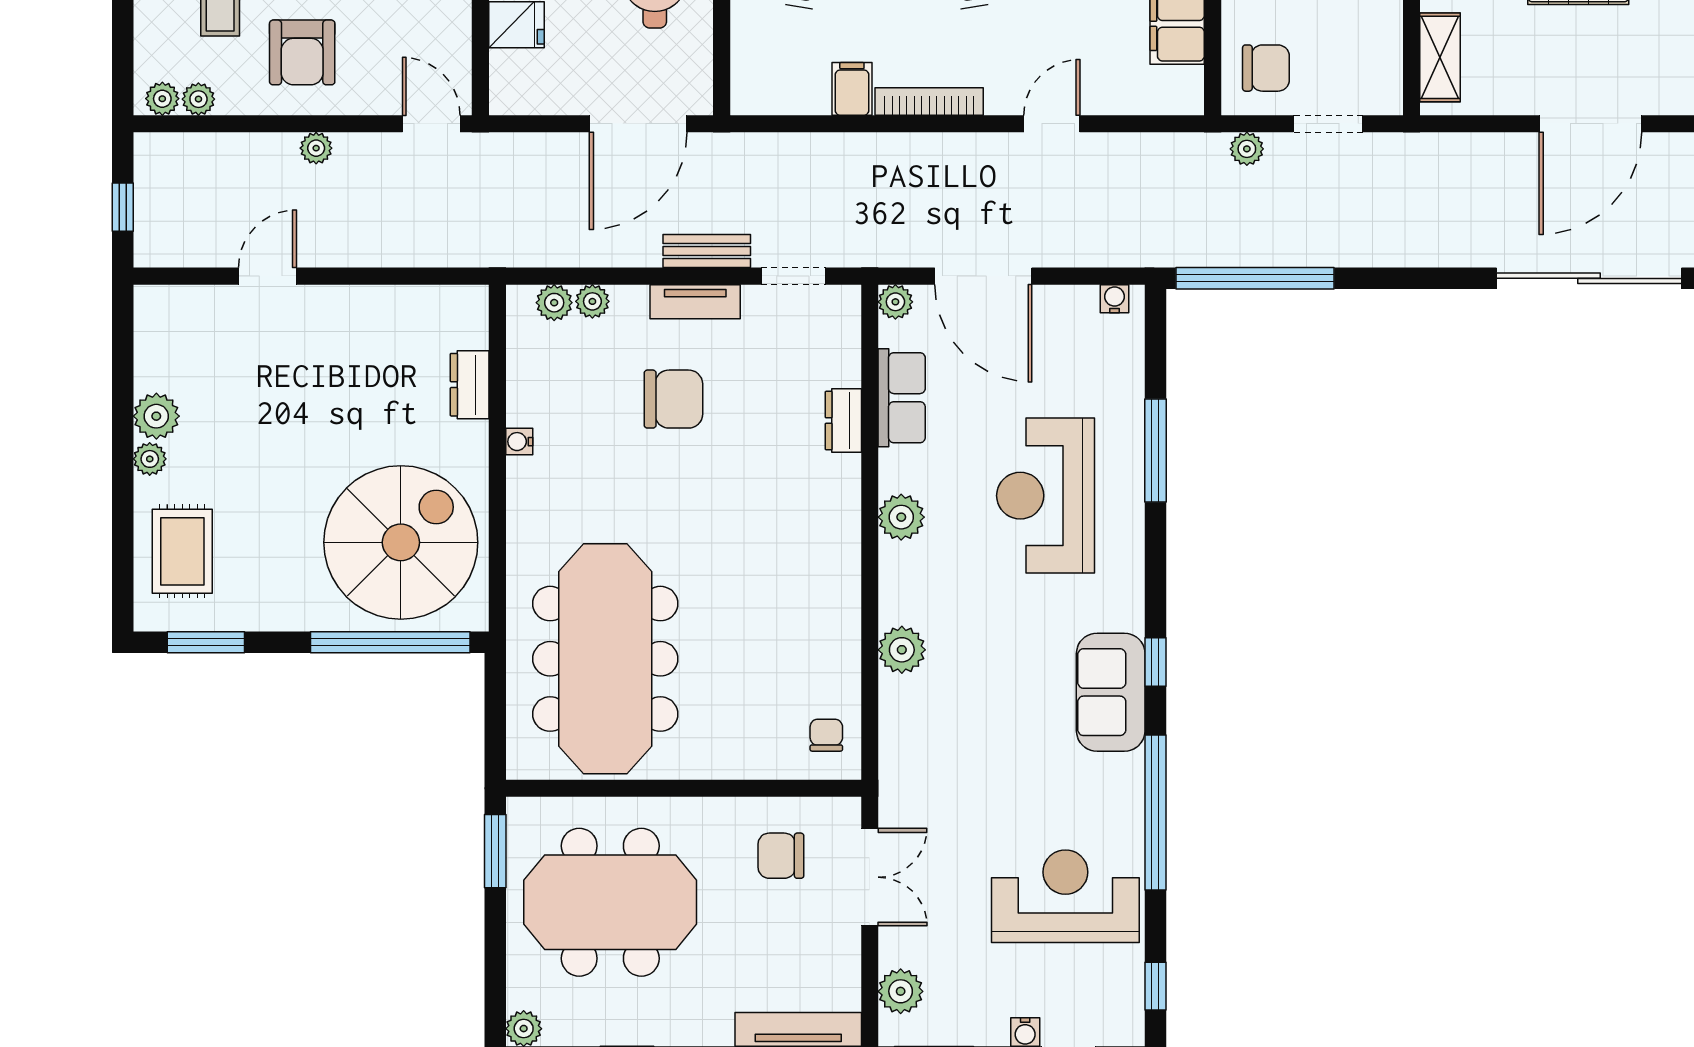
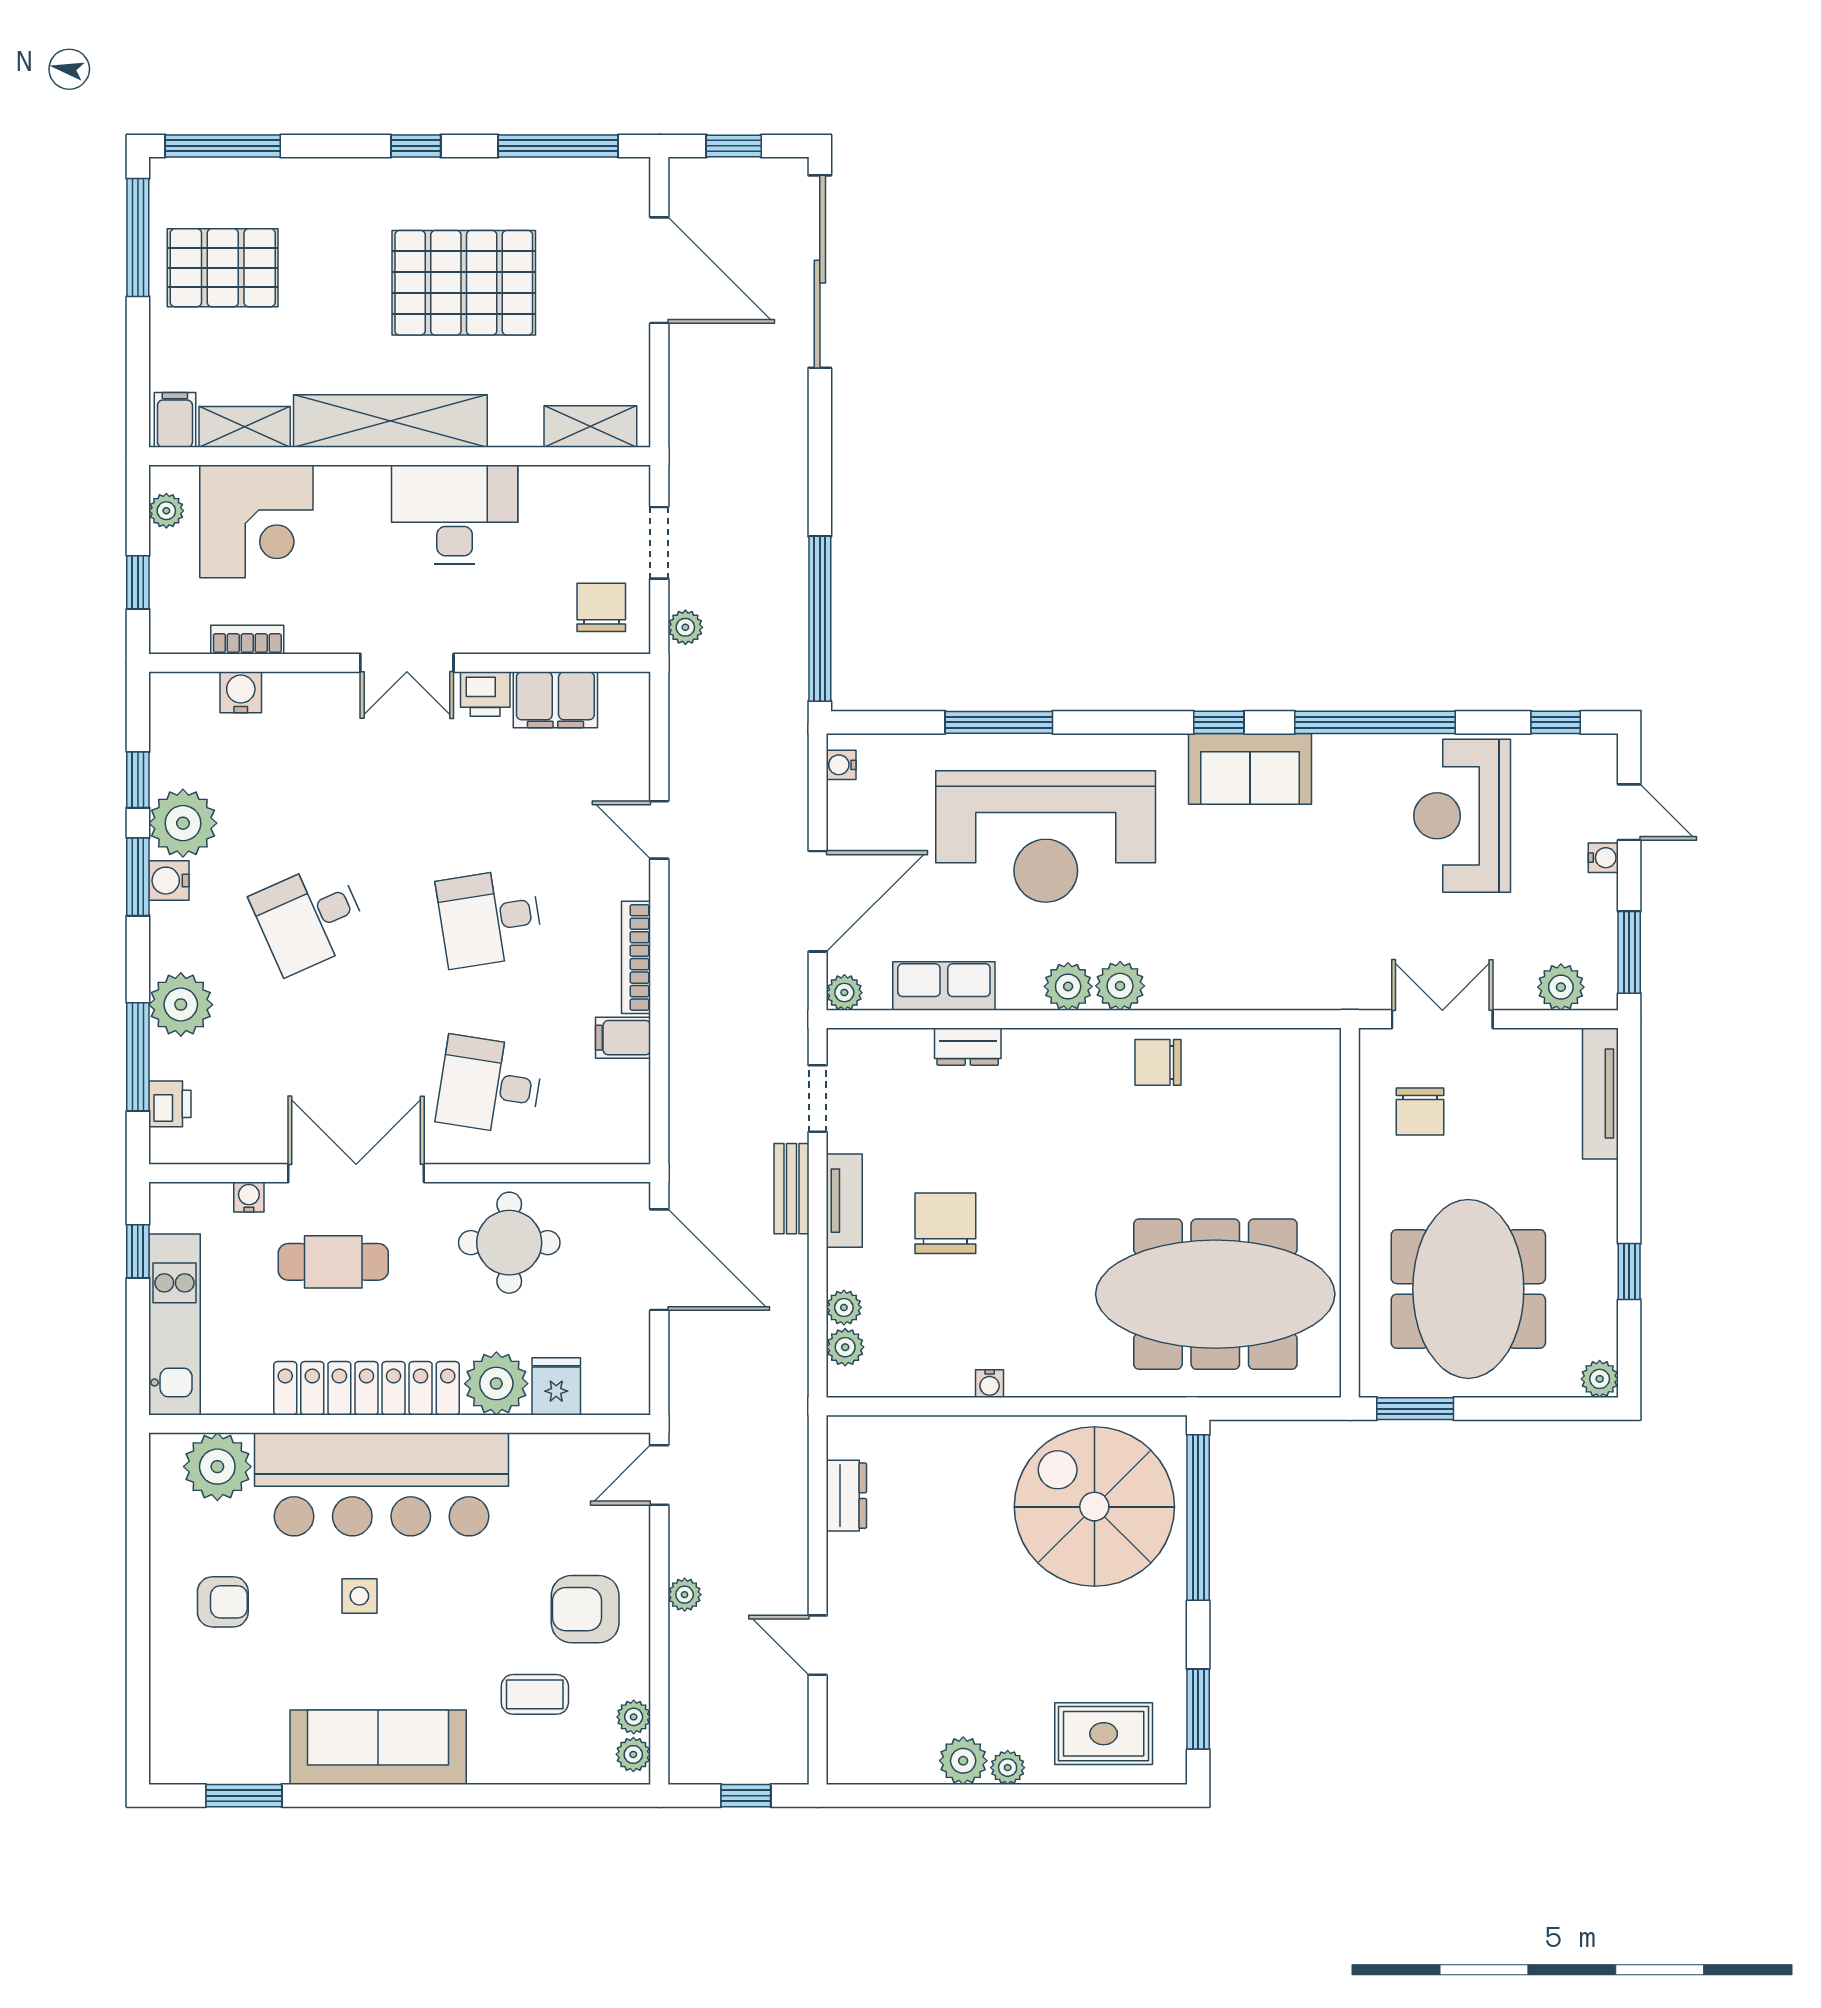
armchair: (302, 52) -> (585, 1609), turned 180
dresser: (470, 385) -> (846, 1496), moved, turned -90
reception desk: (1046, 496) -> (1046, 836), width x1.36, depth x1.30
plant: (902, 650) -> (1120, 986), moved
chair: (826, 735) -> (1158, 1062), moved, width x1.37, depth x1.37

